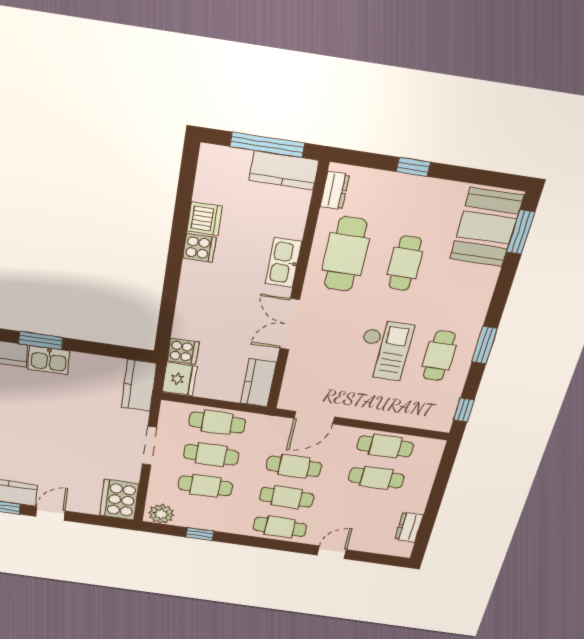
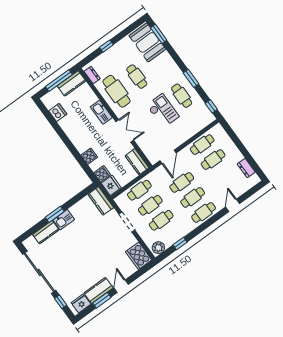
dishwasher: (205, 219) -> (58, 113), moved
cooker: (199, 248) -> (89, 156), moved
double door: (290, 324) -> (125, 131), swing flipped

